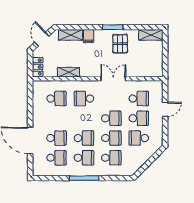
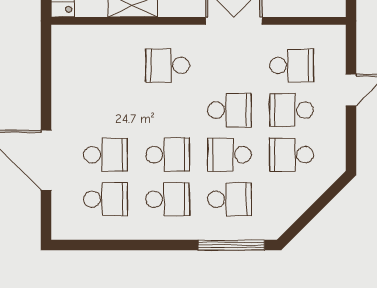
school desk: (57, 99) -> (106, 65), removed
school desk: (139, 118) -> (291, 110), turned 180
school desk: (111, 138) -> (230, 155), turned 180
window: (84, 178) -> (231, 245), moved

